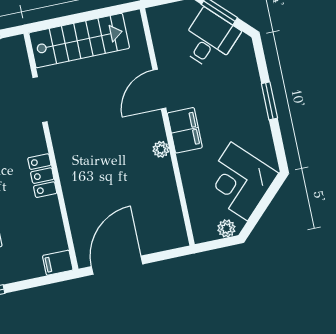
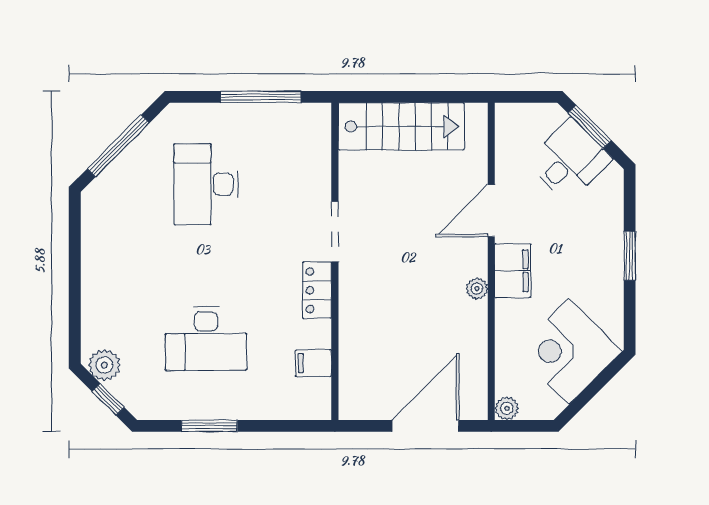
doorway: (40, 100) -> (335, 232), moved
plant: (226, 228) -> (507, 408), moved
filing cabinet: (58, 263) -> (313, 363), moved
door: (117, 265) -> (426, 426), moved

